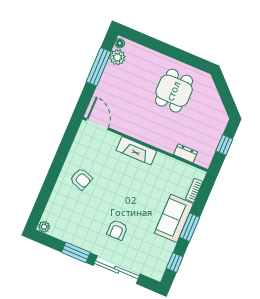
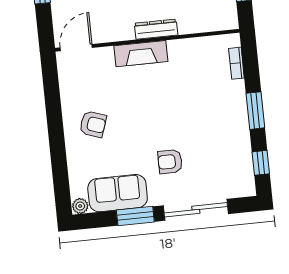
door: (97, 124) -> (76, 48), hinge flipped
dresser: (186, 153) -> (156, 29), moved, width x1.44
sofa: (174, 218) -> (118, 193), moved, turned 90
armchair: (117, 230) -> (170, 162), turned 90

